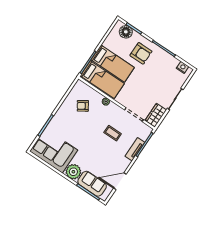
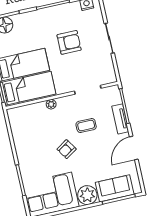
armchair: (141, 53) -> (69, 42), moved
armchair: (83, 106) -> (67, 149), moved
wardrobe: (156, 115) -> (107, 70), removed
door: (120, 181) -> (134, 148), moved

